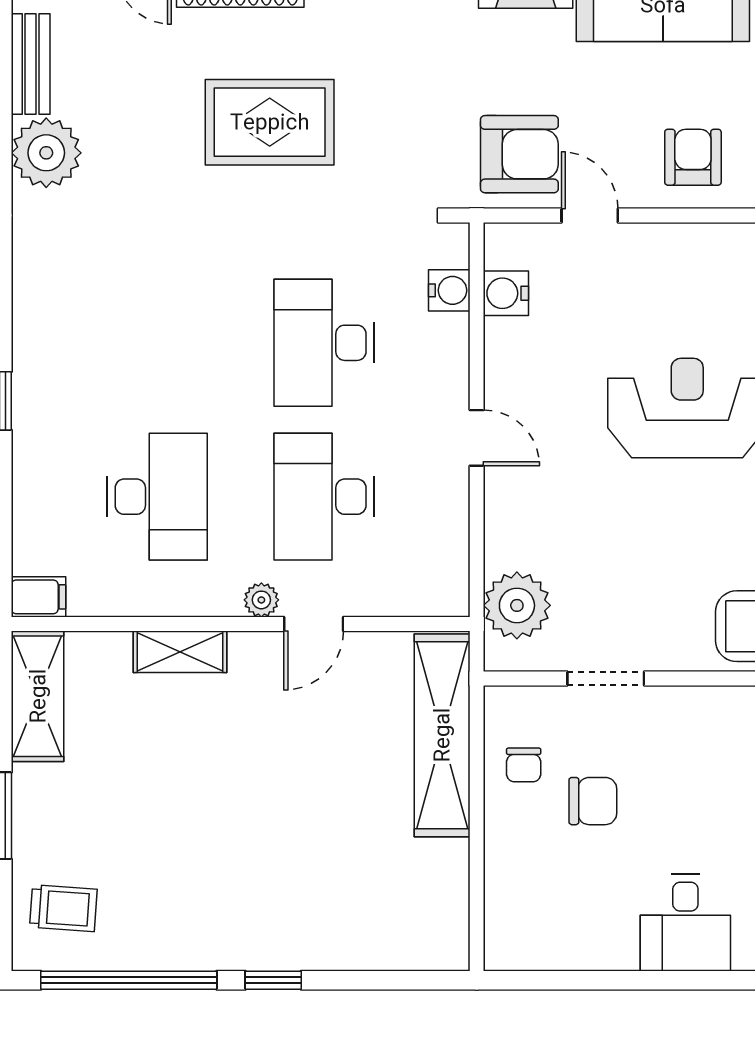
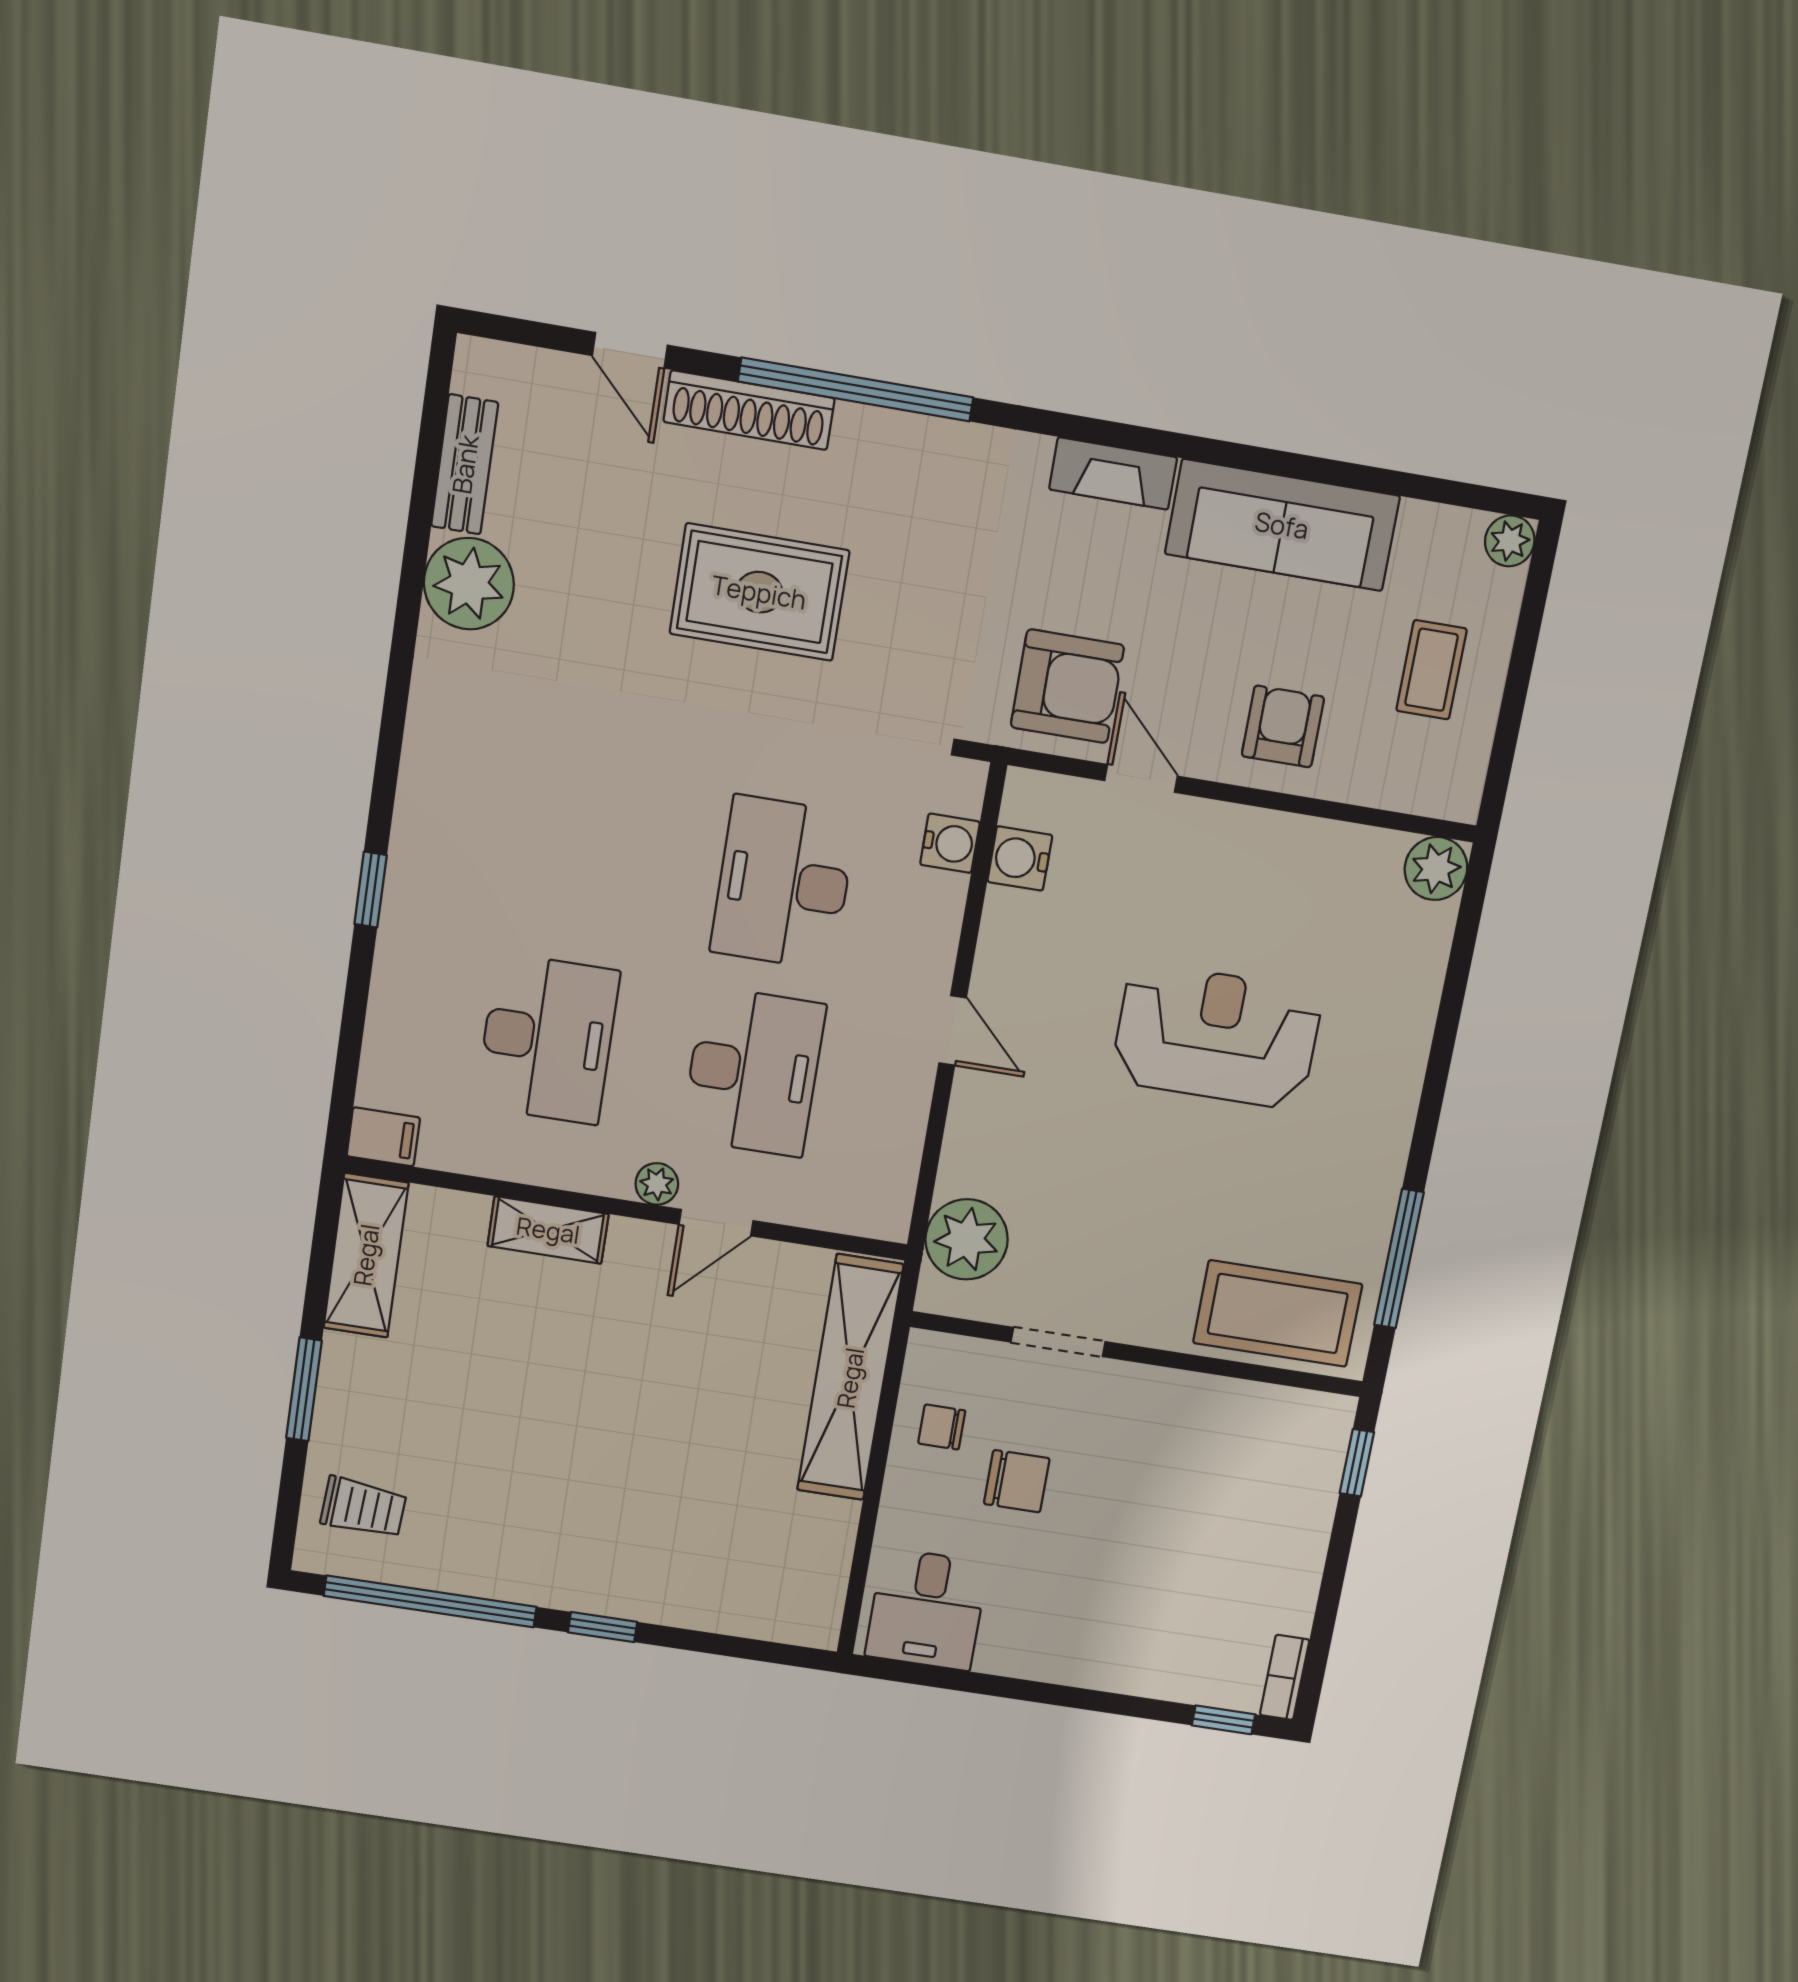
desk: (324, 497) -> (753, 1072), turned 180
chair: (524, 765) -> (942, 1427), turned 90
desk: (685, 923) -> (927, 1609), moved

